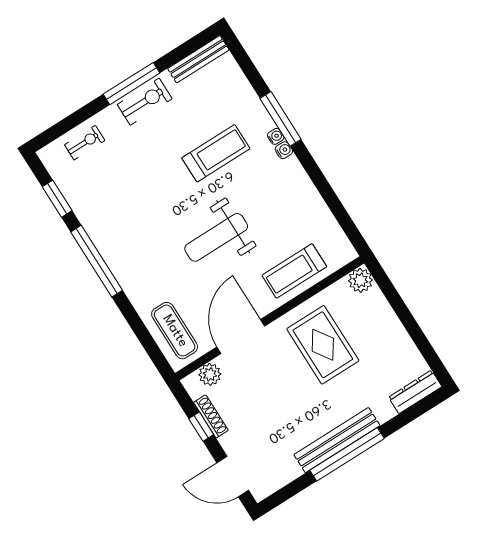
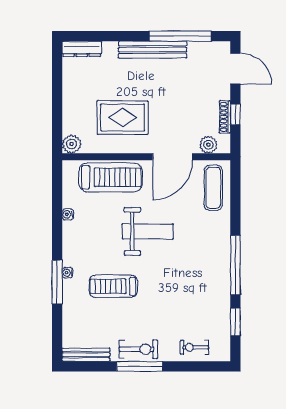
exercise bike: (145, 102) -> (138, 349), turned 180
water cooler: (284, 150) -> (68, 214), moved
treadmill: (294, 271) -> (111, 177), width x1.37, depth x1.38
rug: (323, 345) -> (123, 118), turned 90
window: (347, 454) -> (180, 36), moved

